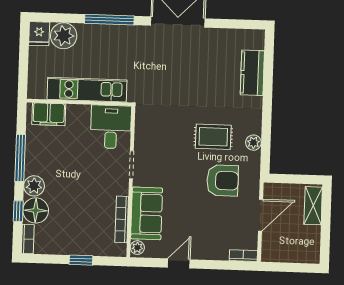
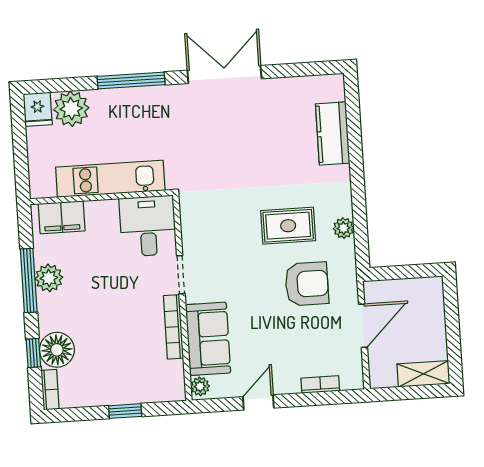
plant: (34, 186) -> (49, 278), moved
shelving: (313, 206) -> (423, 374), moved, turned 90
bookcase: (122, 219) -> (173, 327), moved
bookcase: (243, 256) -> (320, 384), moved

